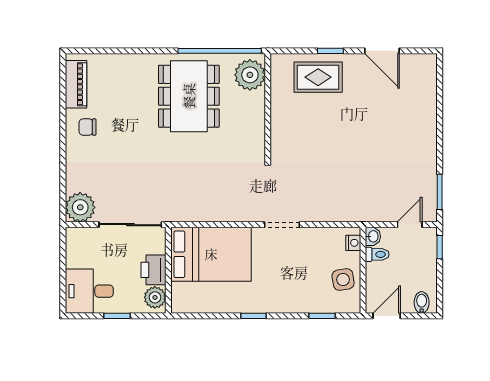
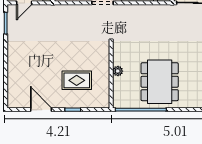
plant: (250, 75) -> (118, 71), moved, width x0.53, depth x0.53
rug: (318, 77) -> (77, 80), moved

